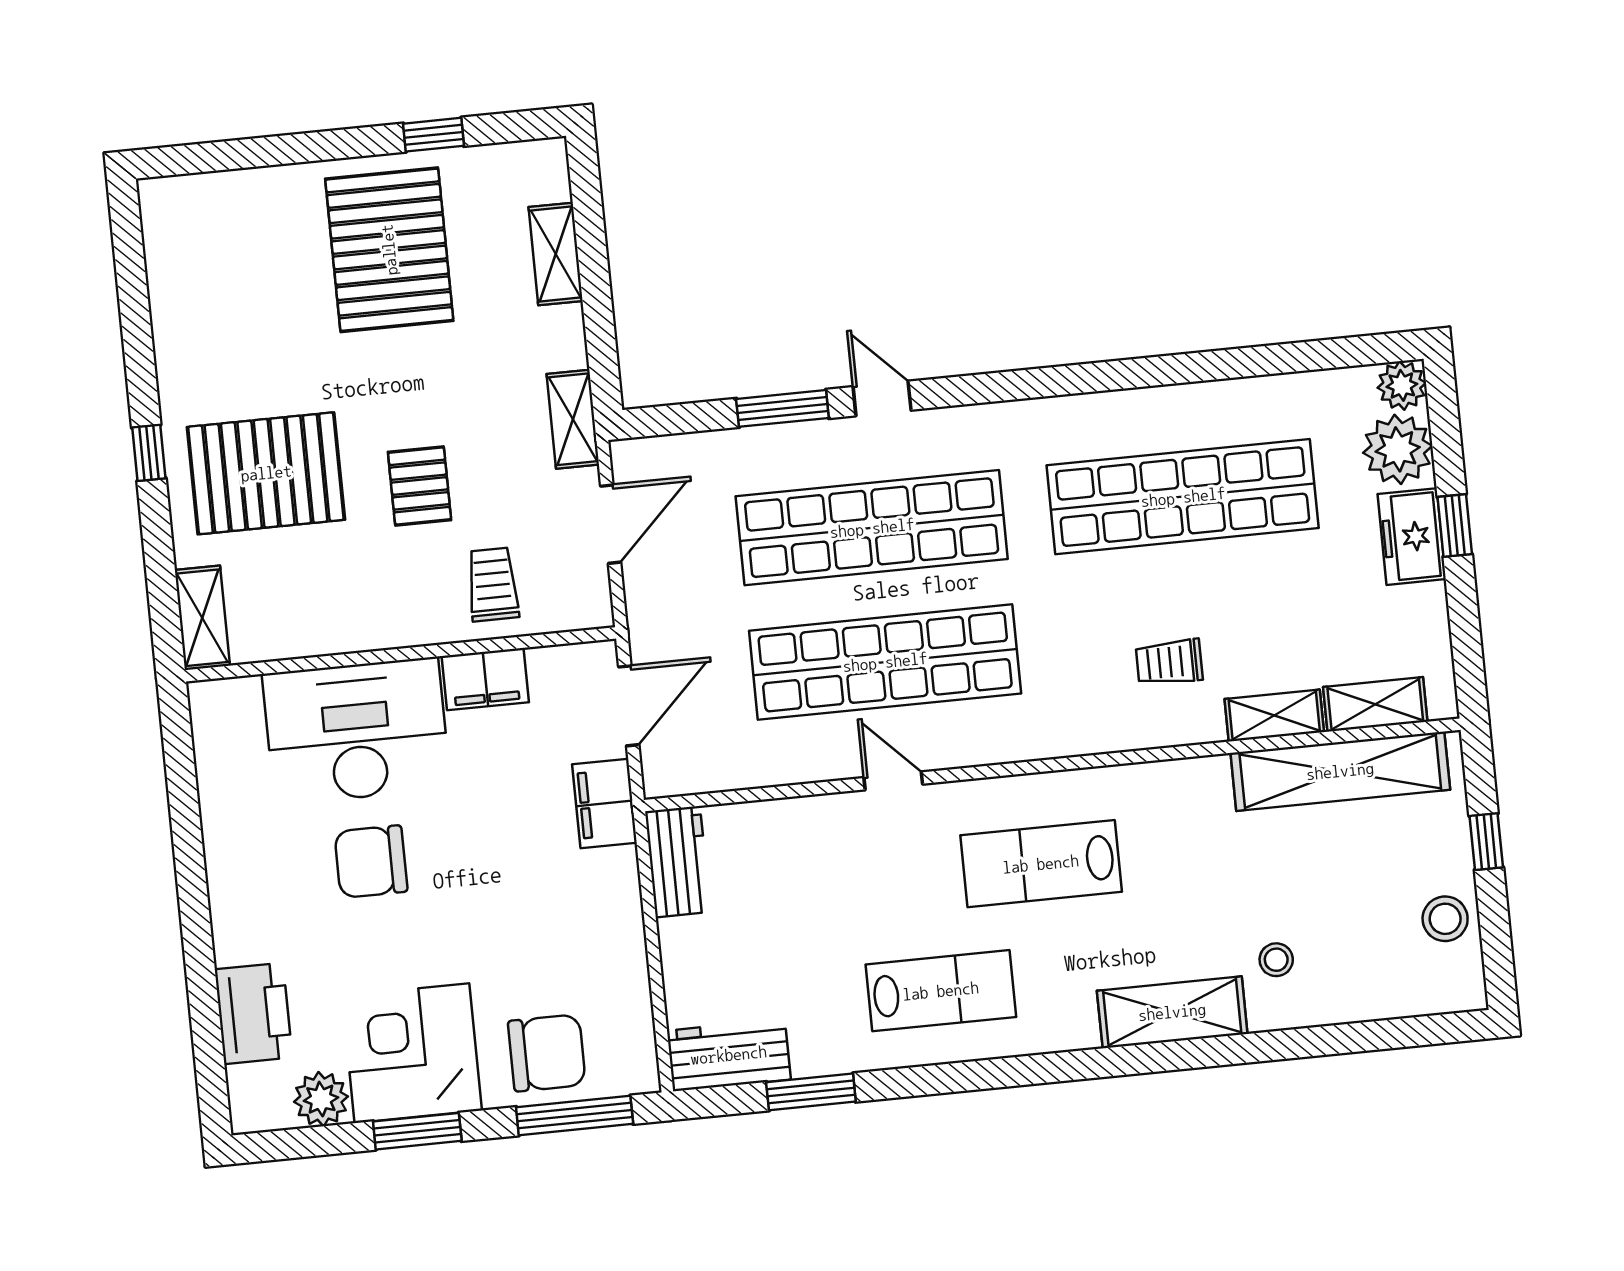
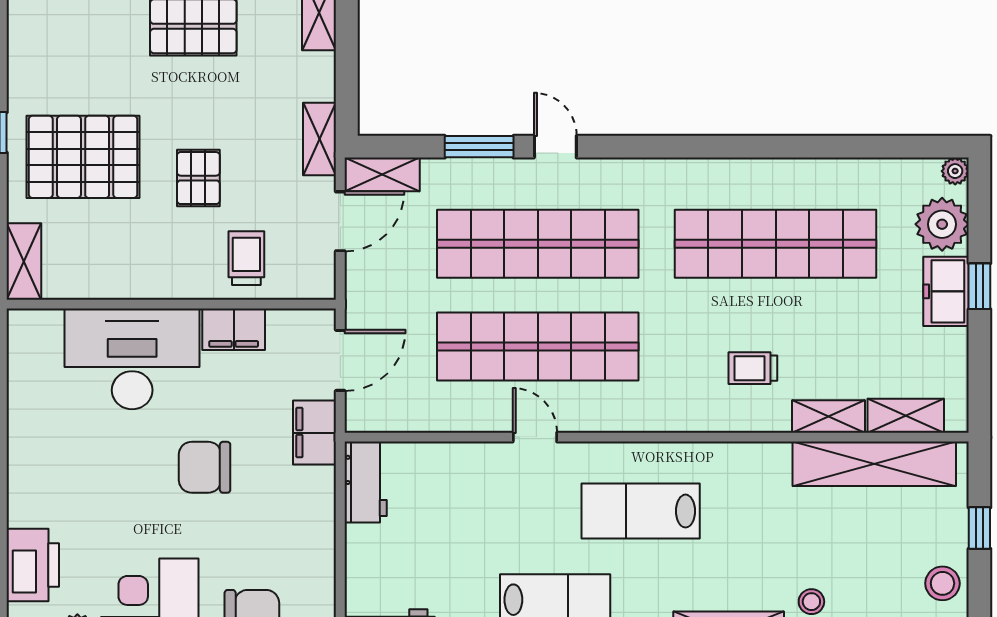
plant: (1402, 385) -> (955, 171), width x0.73, depth x0.73
shelving: (659, 457) -> (382, 174), added
chair: (371, 862) -> (205, 467), moved

